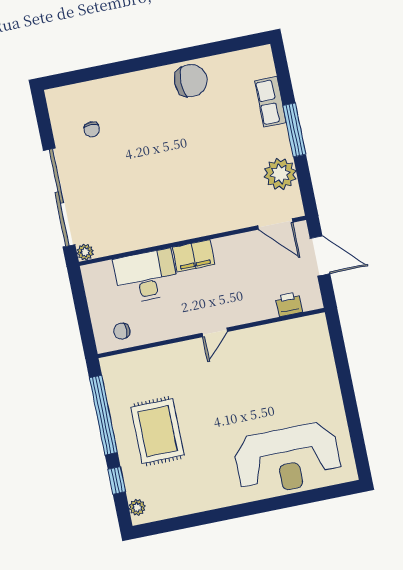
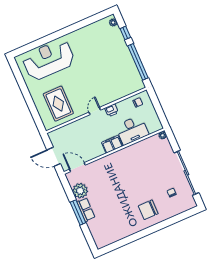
chair: (191, 81) -> (148, 210), moved
row of seats: (270, 102) -> (86, 210), moved
sliding door: (59, 198) -> (186, 173), moved
printer: (289, 304) -> (112, 110), moved
rug: (157, 431) -> (58, 104), moved

